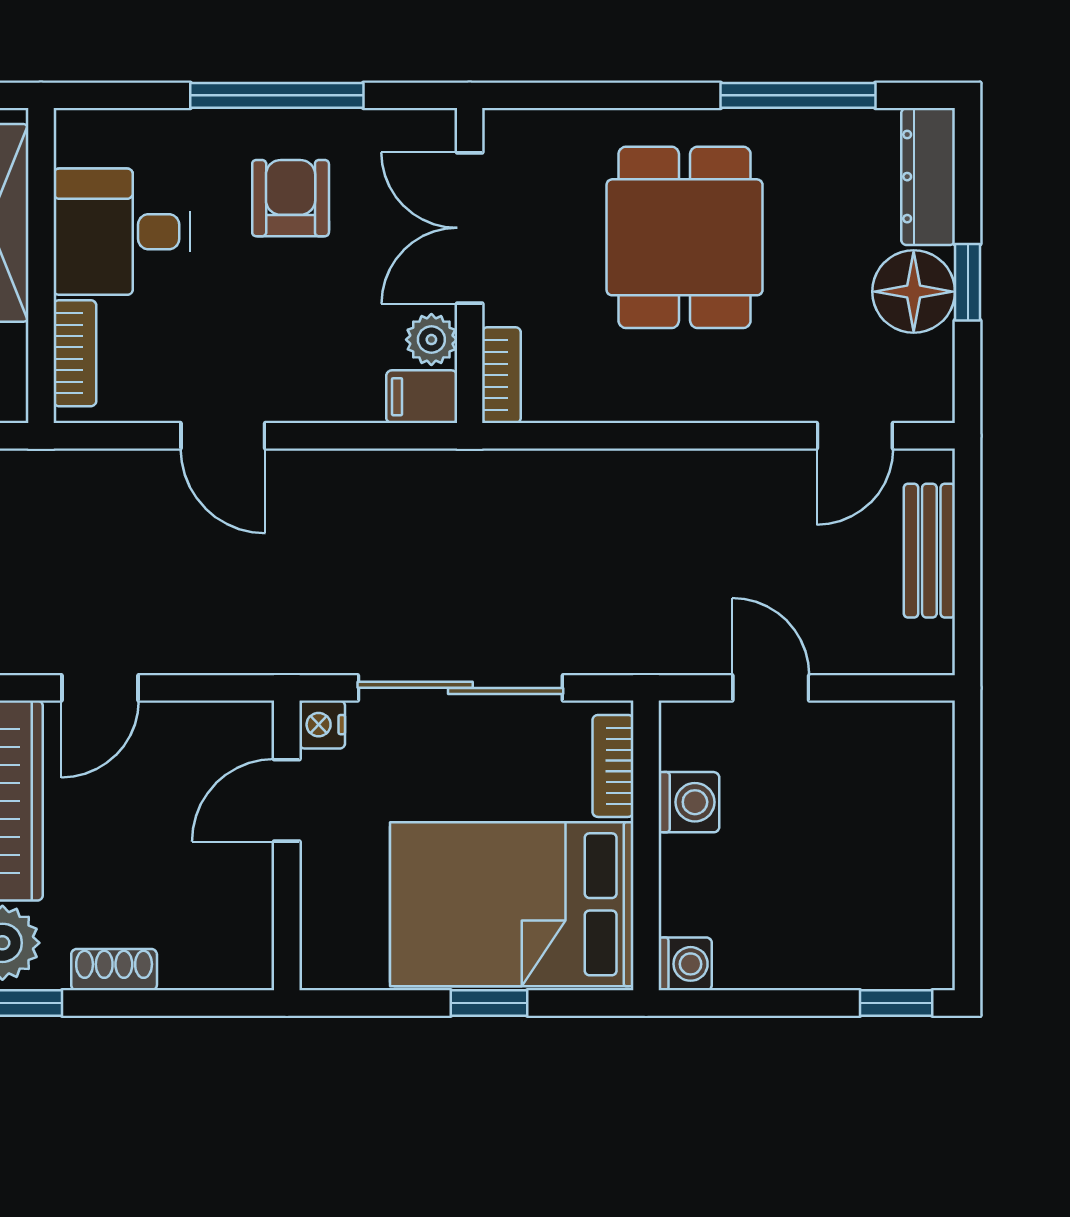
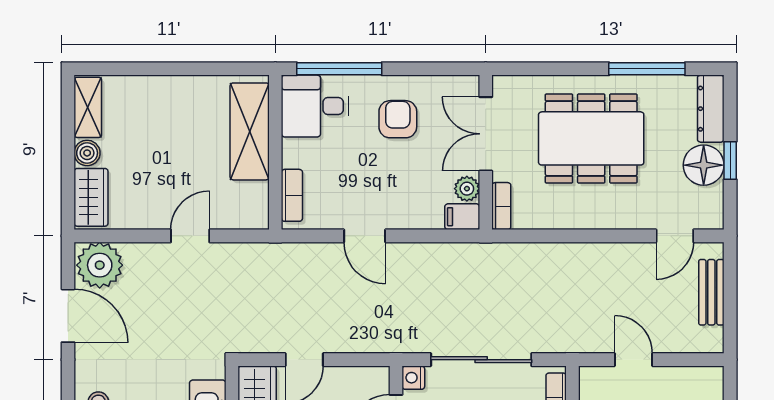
window: (277, 95) -> (339, 69), moved
desk: (122, 232) -> (315, 106), moved
dining table: (685, 237) -> (591, 138), width x1.37

